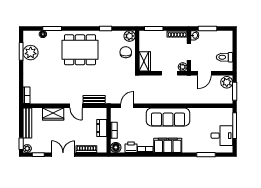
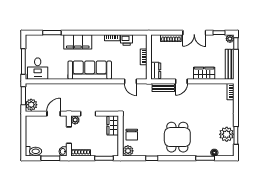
dining table: (80, 50) -> (177, 137), width x0.73
toilet: (224, 57) -> (33, 151), moved
door: (76, 106) -> (181, 81), swing flipped
door: (127, 106) -> (130, 81), hinge flipped
dresser: (102, 128) -> (156, 71), moved
desk: (222, 136) -> (38, 69), moved, turned -90
filing cabinet: (168, 145) -> (78, 42), moved
floor lamp: (116, 147) -> (142, 40), removed

